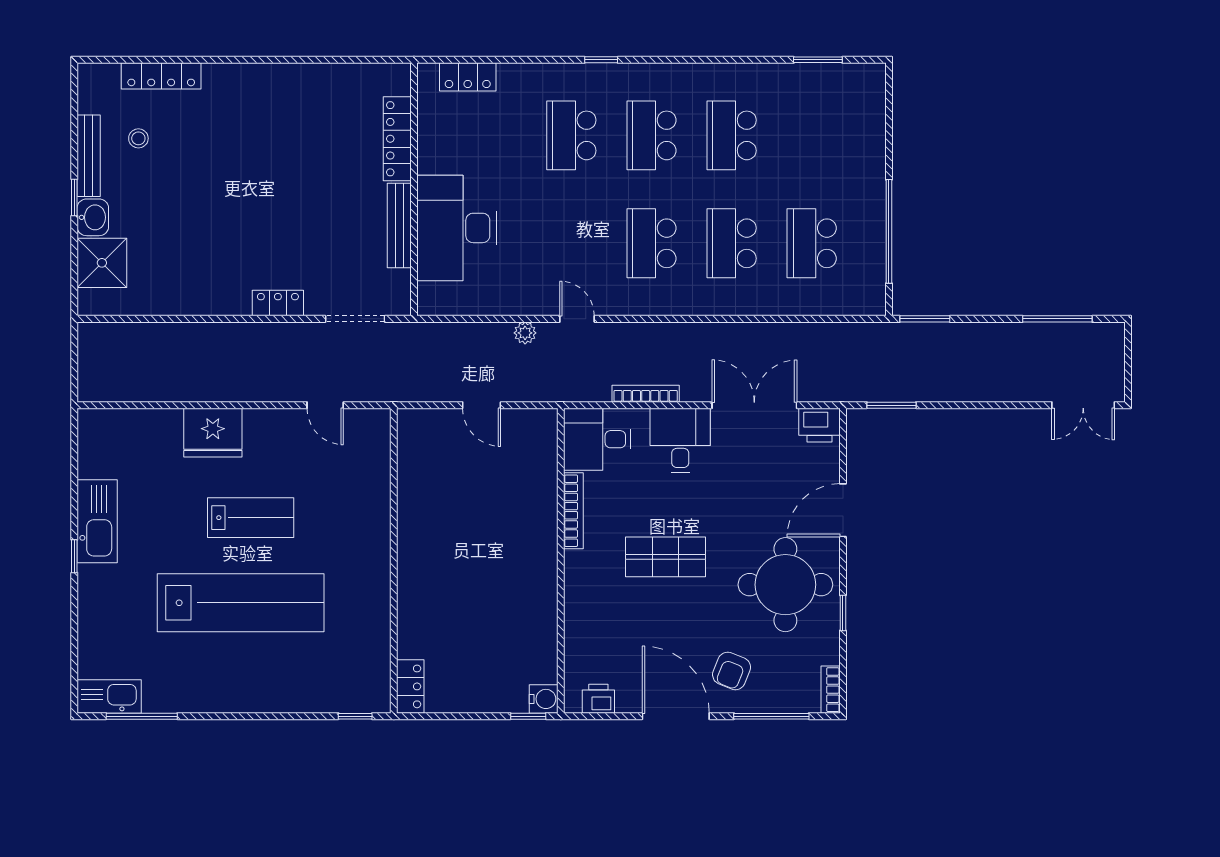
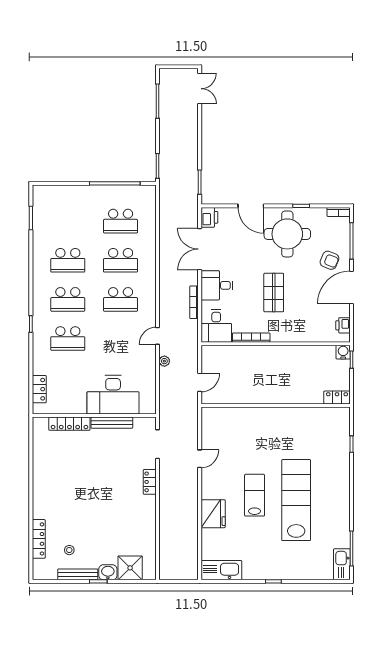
kitchen sink: (97, 521) -> (221, 570), moved
wall: (394, 561) -> (276, 406), moved
locker: (410, 686) -> (337, 398), moved

